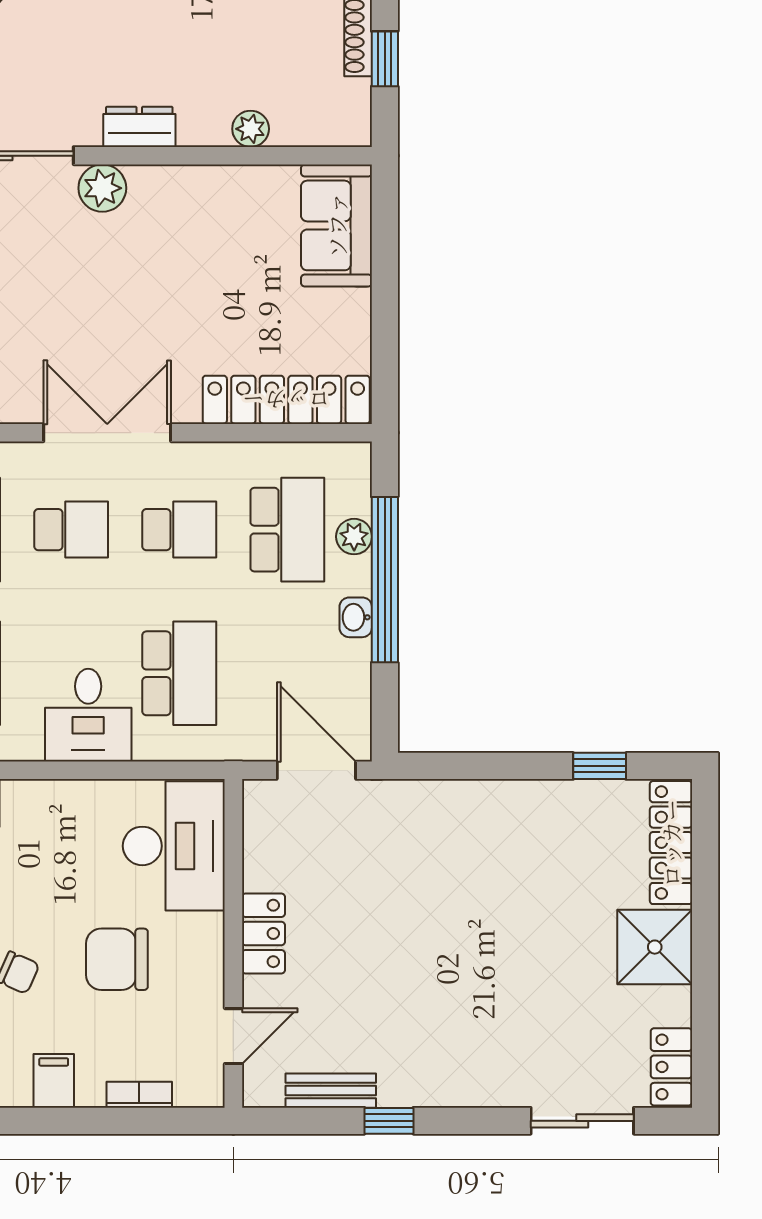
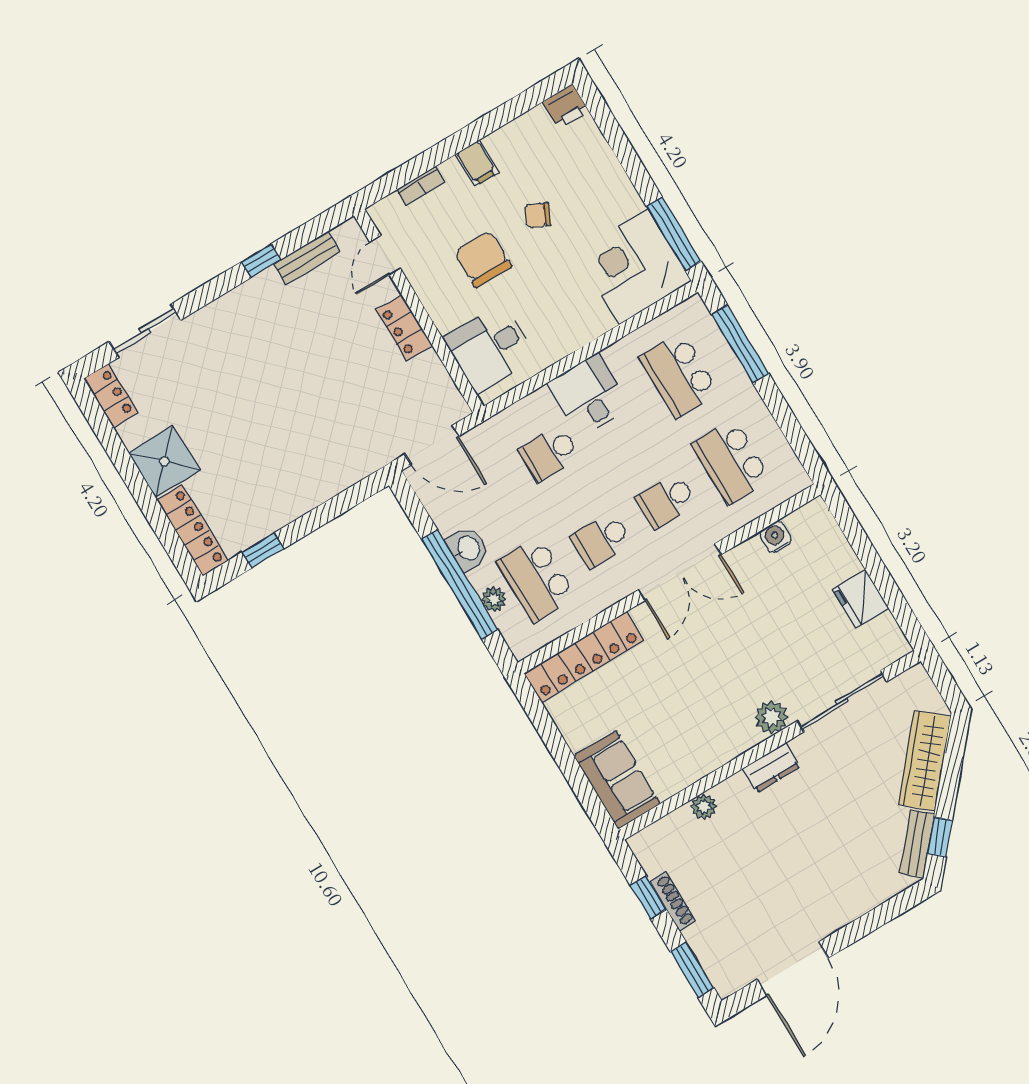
washbasin: (356, 617) -> (468, 549), width x1.38, depth x1.45
school desk: (179, 673) -> (549, 454), width x0.54
desk: (174, 846) -> (490, 348), width x0.73
chair: (117, 959) -> (483, 259), turned -90

